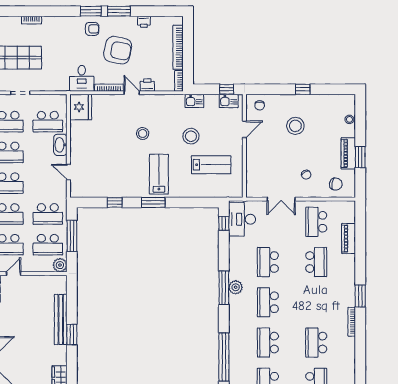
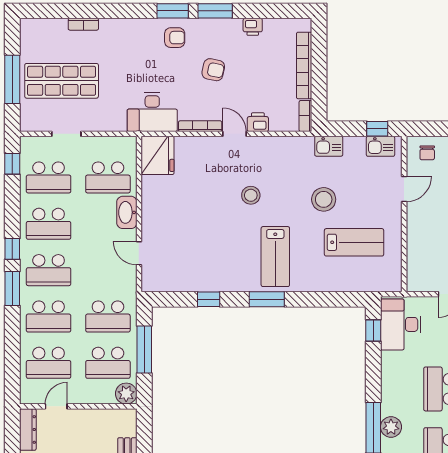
armchair: (118, 50) -> (213, 70), width x0.53, depth x0.53
desk: (82, 78) -> (152, 112), width x1.37
lab bench: (159, 174) -> (275, 257), turned 180

